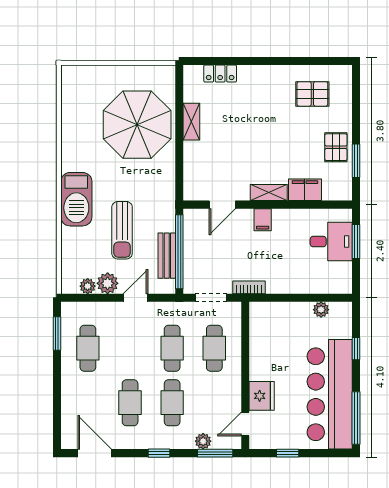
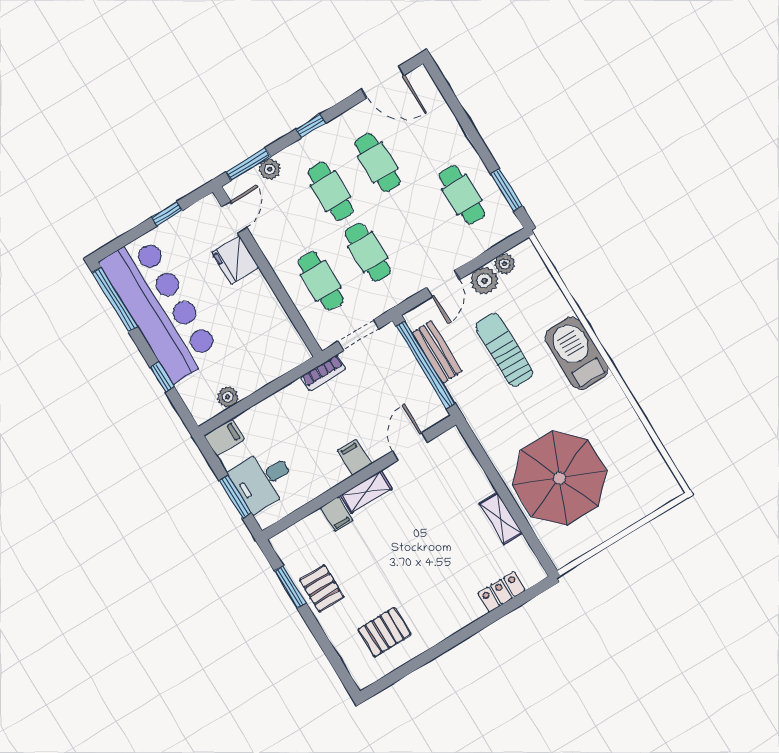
filing cabinet: (305, 190) -> (337, 514), width x0.50
filing cabinet: (340, 284) -> (224, 438), added

